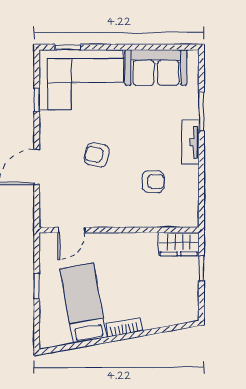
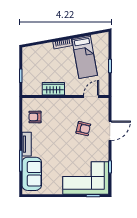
sofa: (156, 67) -> (32, 174), moved, turned 90
armchair: (97, 155) -> (83, 129), moved
armchair: (153, 182) -> (35, 117), moved
wardrobe: (179, 244) -> (53, 89), moved

